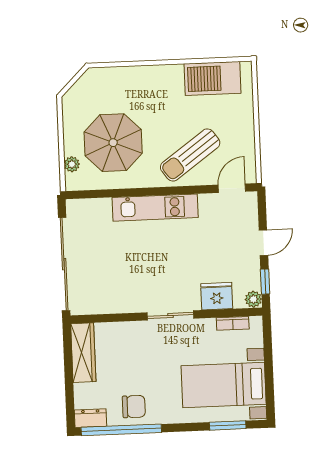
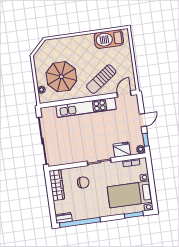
kitchen unit: (155, 208) -> (86, 108), width x1.36
chair: (134, 407) -> (83, 182), moved

